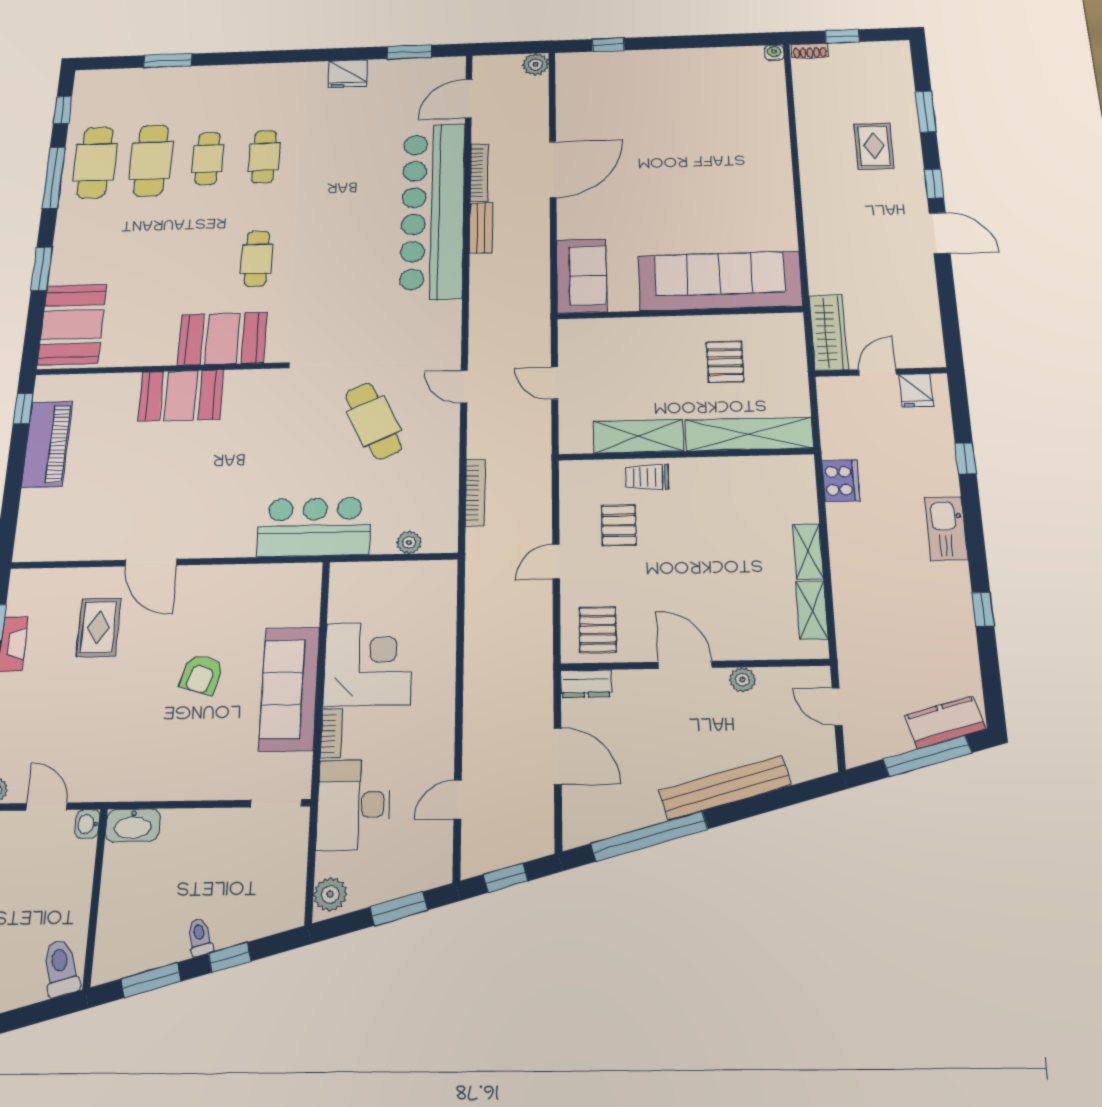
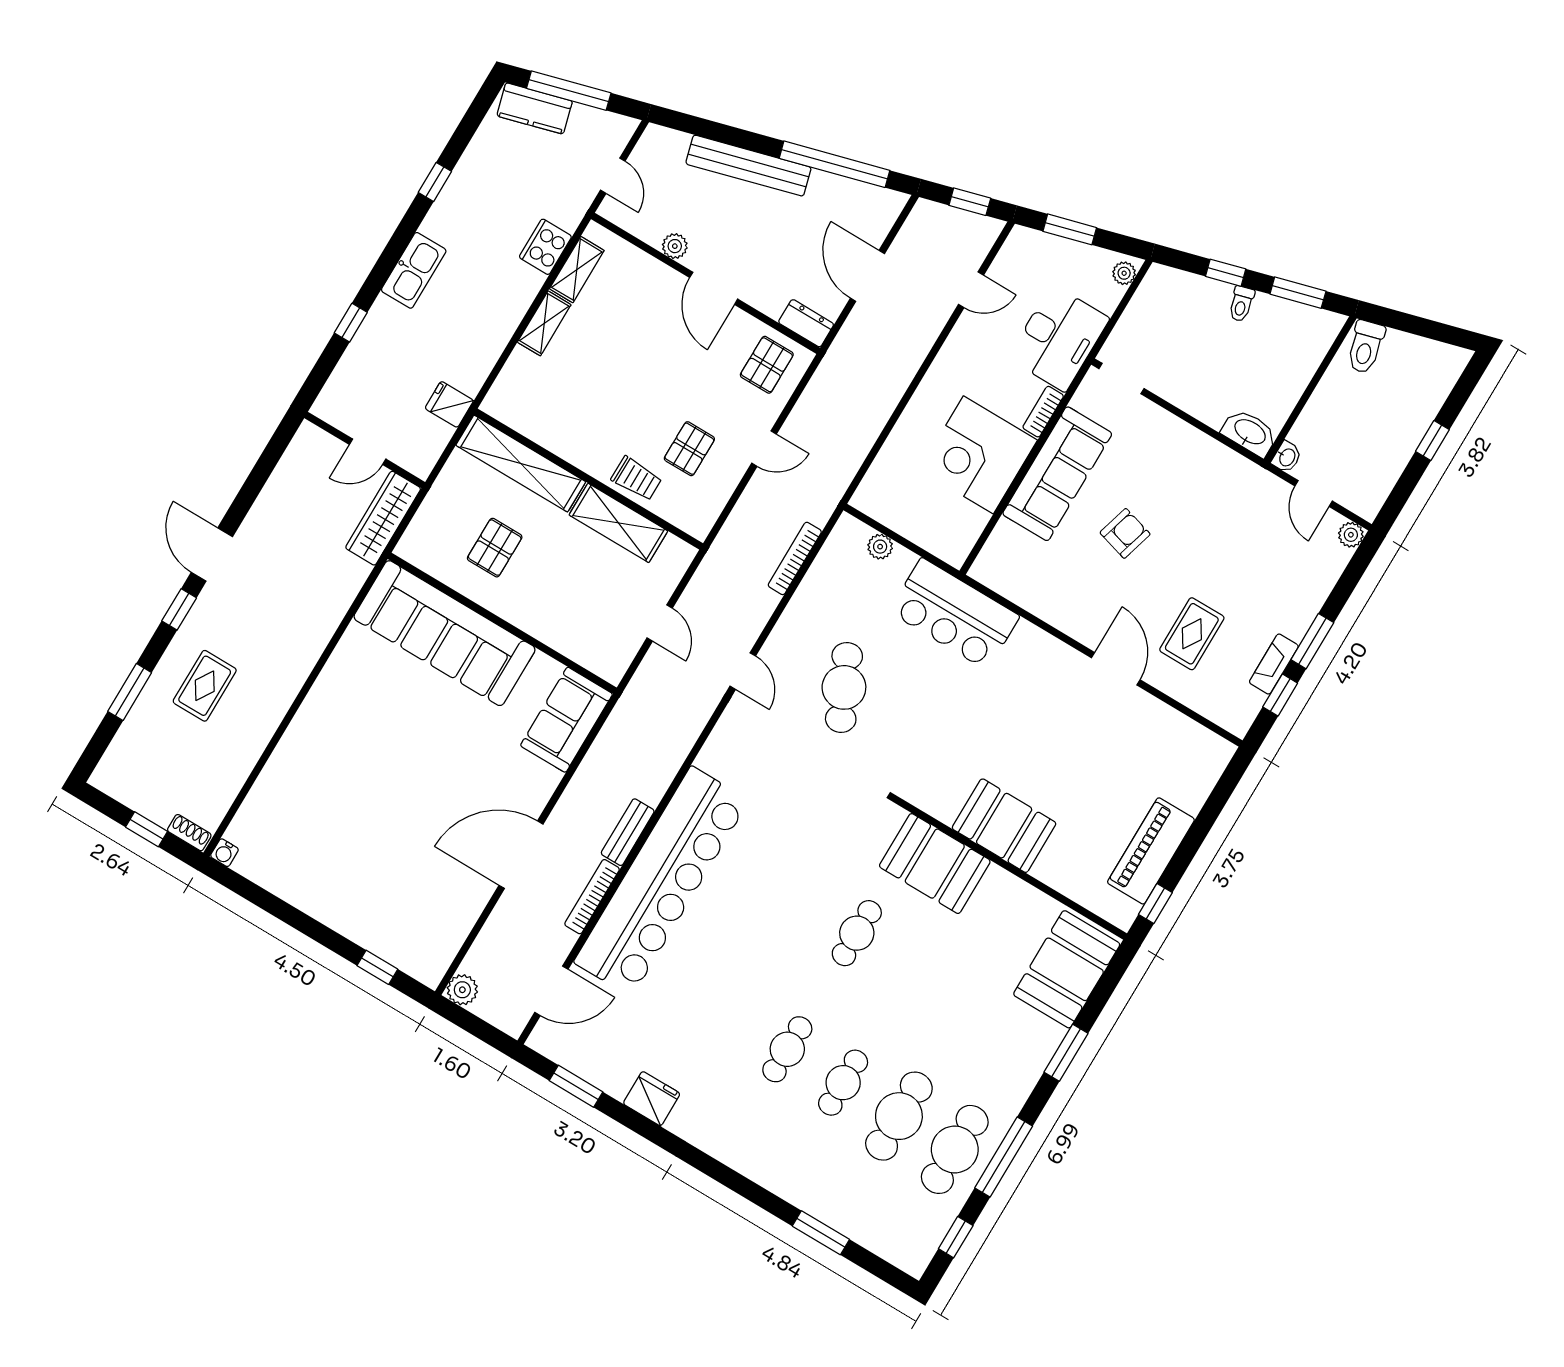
fridge: (916, 390) -> (449, 404), moved, turned -90
cooker: (841, 481) -> (545, 247), moved
plant: (330, 894) -> (1124, 273), width x0.73, depth x0.73

